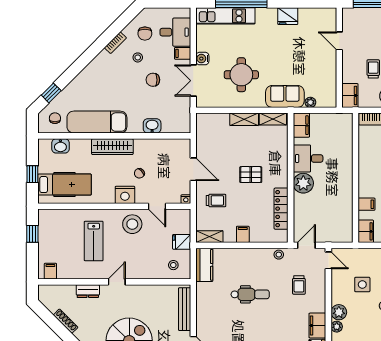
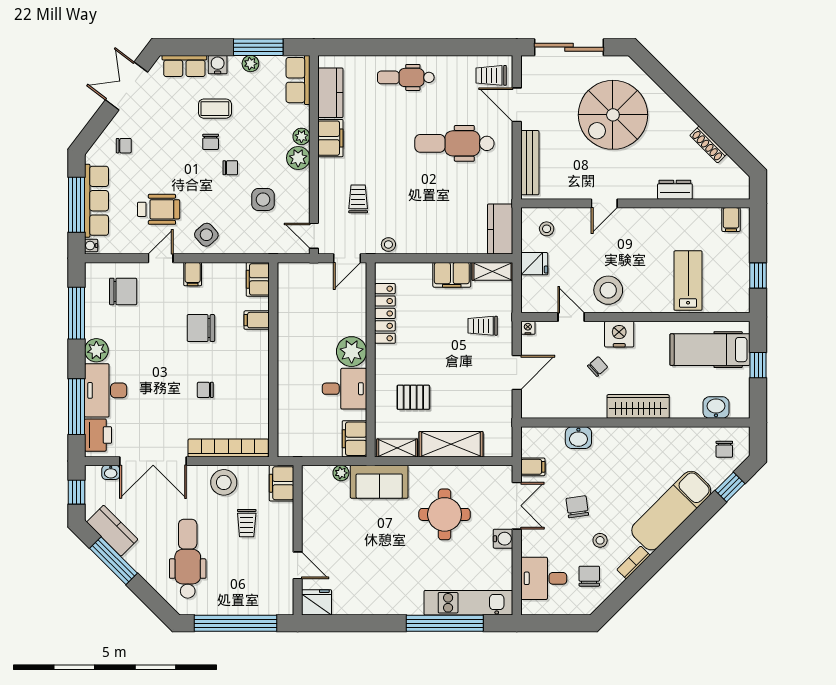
fridge: (288, 16) -> (317, 602), moved
filing cabinet: (183, 53) -> (533, 467), moved
chair: (153, 80) -> (577, 507), turned -98
shelving: (244, 119) -> (451, 444), width x1.50, depth x1.33
exam couch: (97, 122) -> (671, 511), moved, turned 135
door: (193, 169) -> (517, 372), swing flipped
pallet: (251, 175) -> (413, 397), moved
filing cabinet: (243, 234) -> (452, 275), width x2.00
lab bench: (94, 241) -> (688, 281), moved
door: (117, 282) -> (604, 203), moved
dental chair: (250, 294) -> (454, 143), moved, width x1.36, depth x1.38

